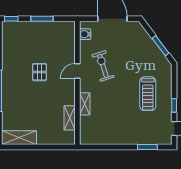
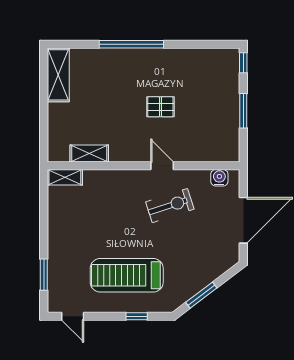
treadmill: (148, 94) -> (127, 275), width x1.37, depth x1.38
shelving: (85, 104) -> (65, 177), moved
window: (174, 105) -> (137, 316), moved

